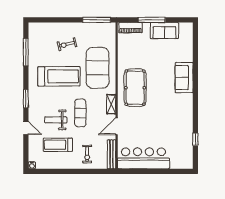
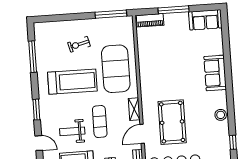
sofa: (164, 31) -> (205, 20), moved
pool table: (135, 88) -> (172, 122), moved
stool: (186, 114) -> (221, 115), added

